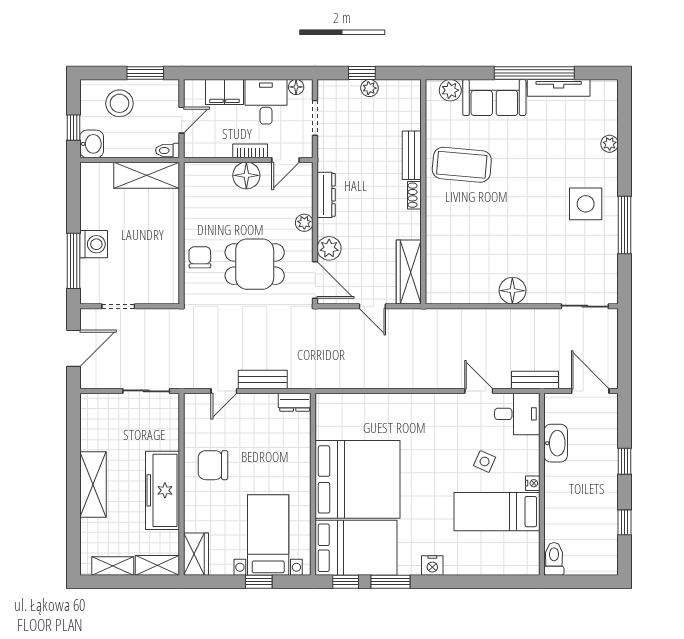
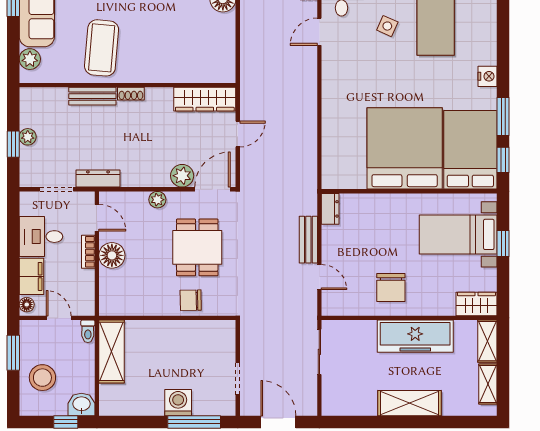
floor lamp: (296, 87) -> (27, 305), moved
dresser: (326, 195) -> (98, 179), moved

